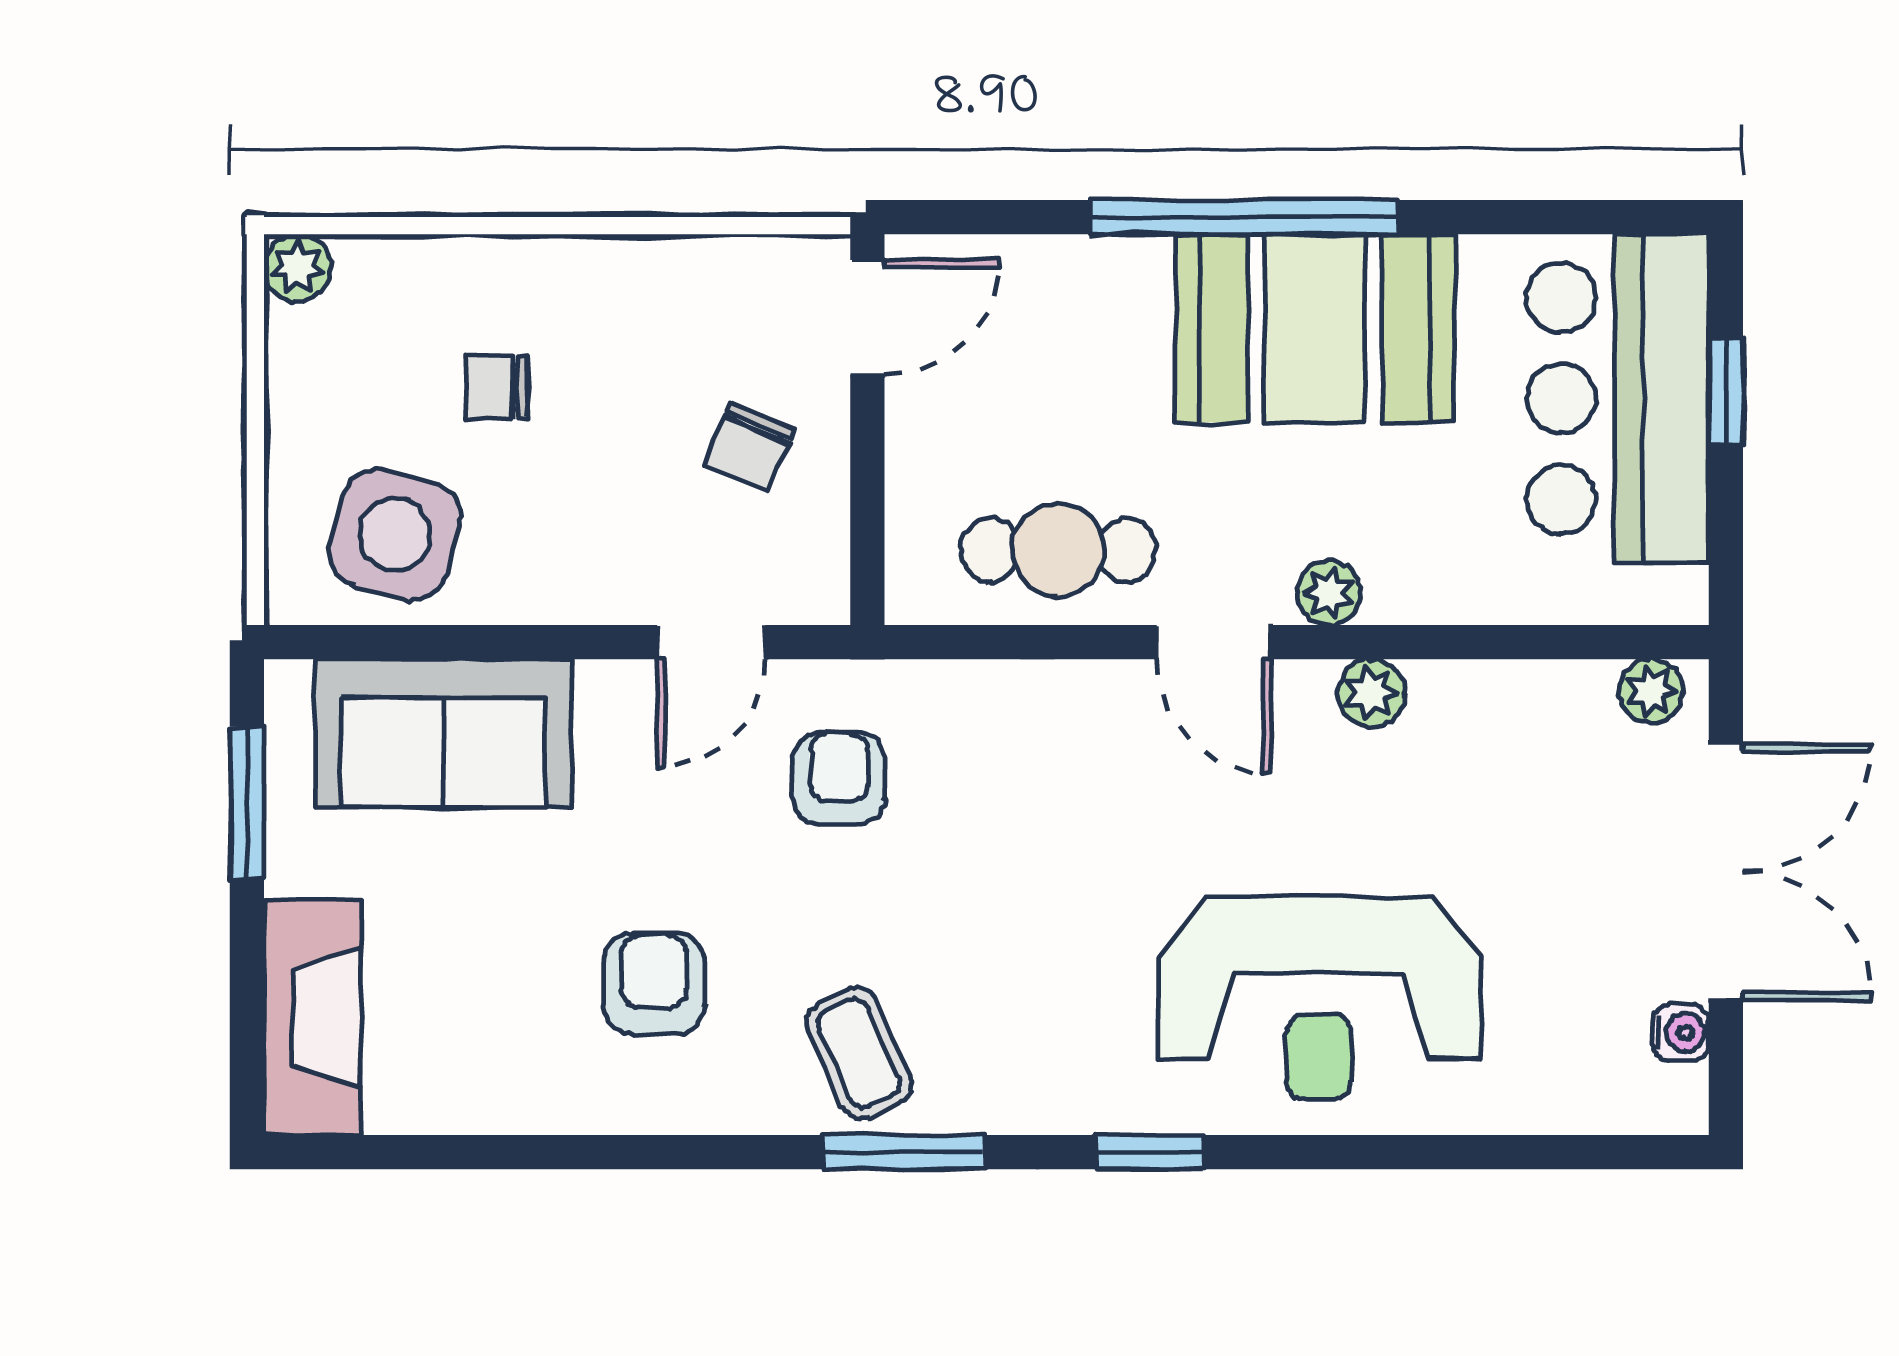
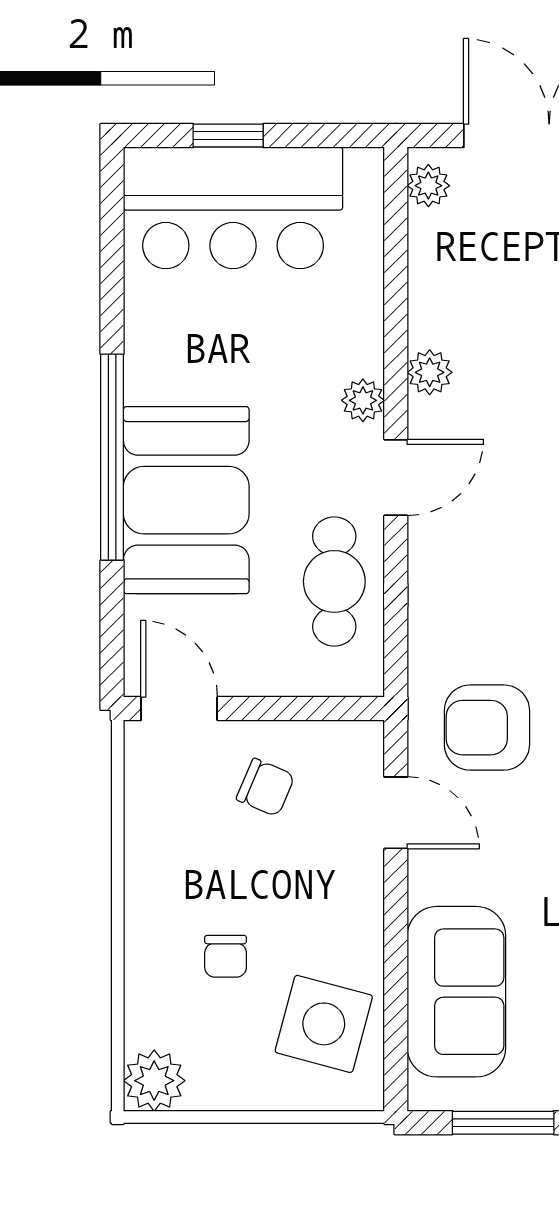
plant: (298, 268) -> (154, 1081), width x1.38, depth x1.38
booth: (1315, 328) -> (186, 500), moved
armchair: (839, 779) -> (487, 728), width x1.38, depth x1.38

